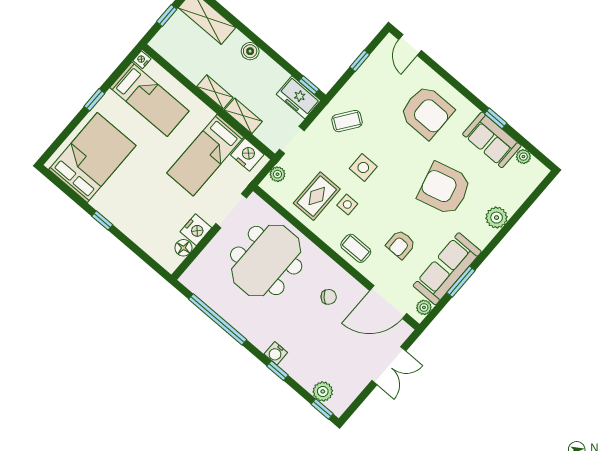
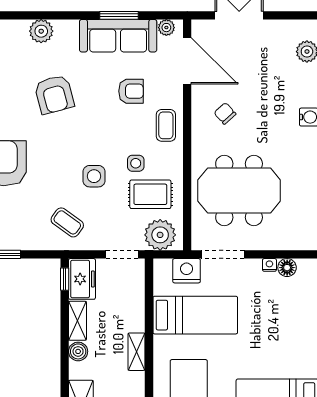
shelving: (243, 116) -> (77, 321), moved
nightstand: (247, 155) -> (187, 271), moved, turned 90
plant: (277, 174) -> (160, 235), width x1.87, depth x1.87
armchair: (444, 189) -> (54, 94), width x0.73, depth x0.73
nightstand: (196, 230) -> (269, 265), width x0.53, depth x0.56

